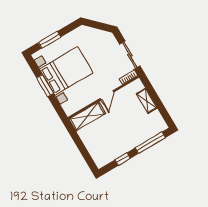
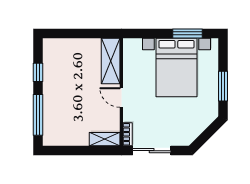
window: (50, 40) -> (223, 86), moved
window: (45, 86) -> (187, 33), moved
shelving: (147, 101) -> (105, 139), moved

